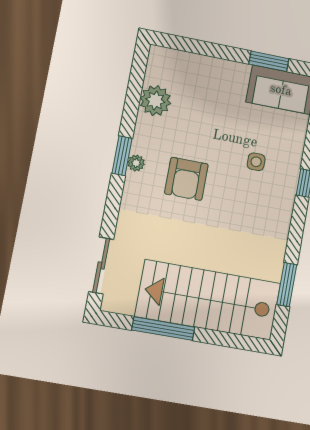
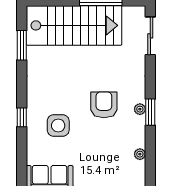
plant: (155, 101) -> (140, 154), width x0.53, depth x0.53
side table: (256, 162) -> (58, 126), width x1.87, depth x1.87

